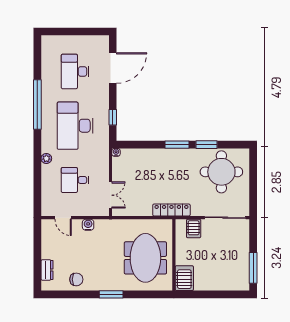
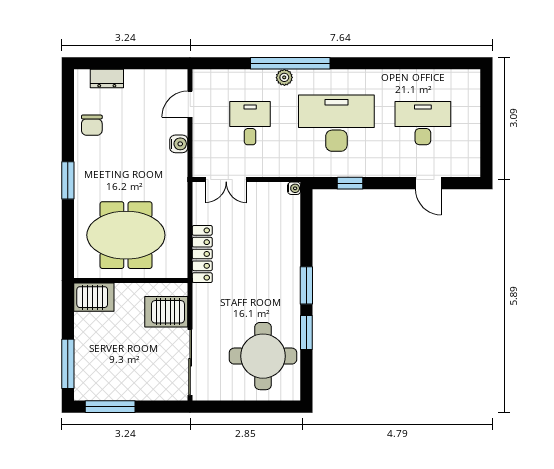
door: (113, 68) -> (428, 183), width x0.53
window: (37, 105) -> (290, 63), moved
locker: (171, 210) -> (202, 254), moved
server rack: (194, 229) -> (166, 312), width x1.36, depth x1.44
window: (226, 294) -> (68, 364), added

